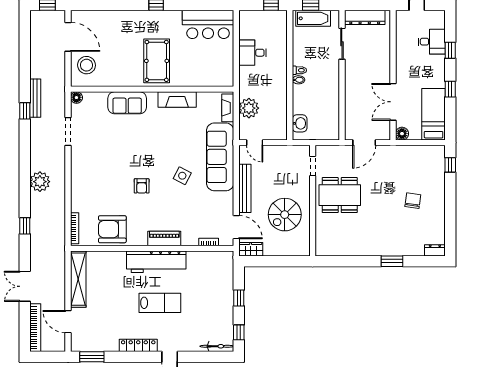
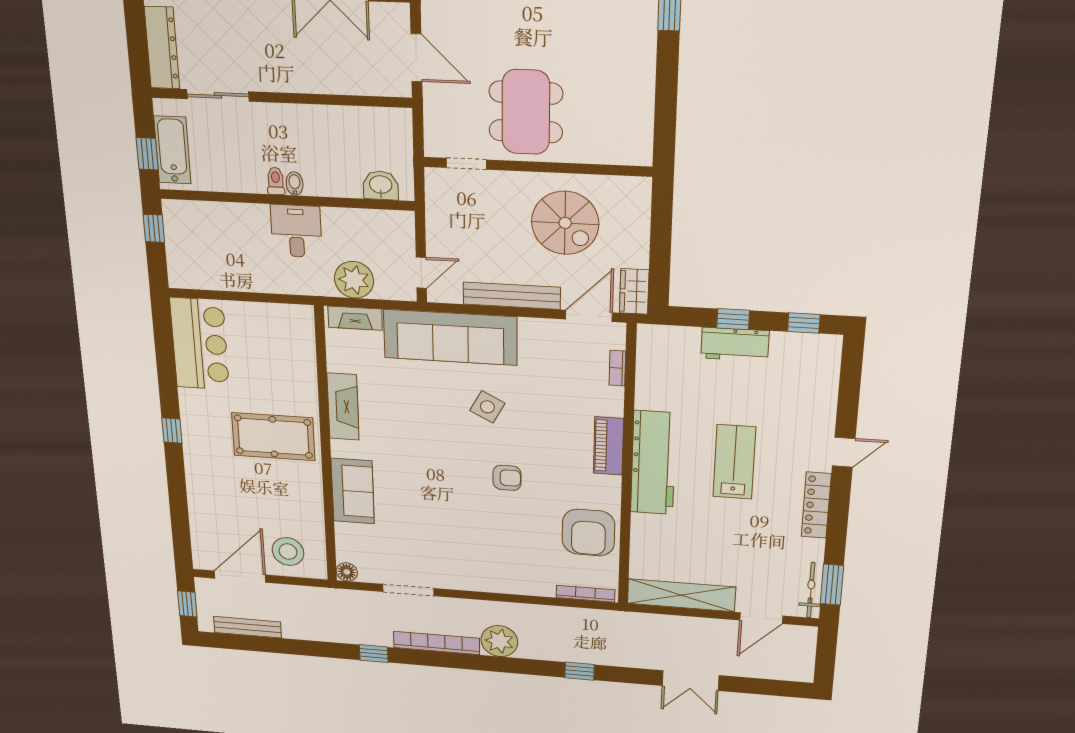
desk: (252, 53) -> (296, 231), moved, turned 180
bench: (35, 98) -> (247, 627), moved
workbench: (225, 300) -> (735, 344), added
bookcase: (35, 328) -> (436, 643), moved
bicycle: (217, 346) -> (811, 590), moved

